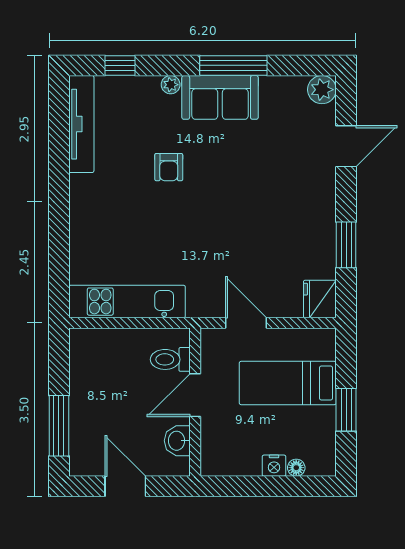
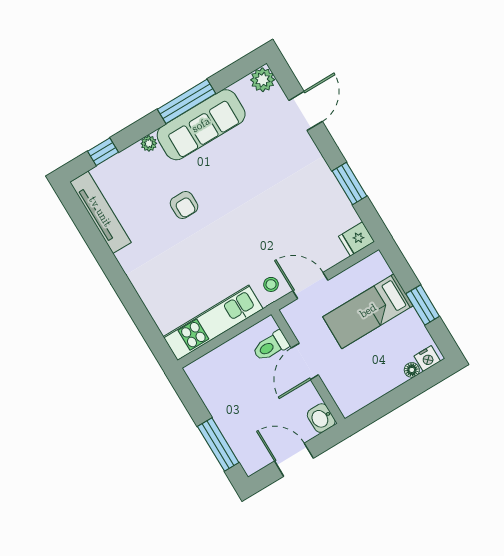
sofa: (220, 97) -> (201, 125), width x1.36
stool: (208, 298) -> (271, 284), added
fridge: (320, 299) -> (356, 239), width x0.72
washbasin: (177, 441) -> (321, 418), moved
nightstand: (274, 466) -> (427, 359), moved

